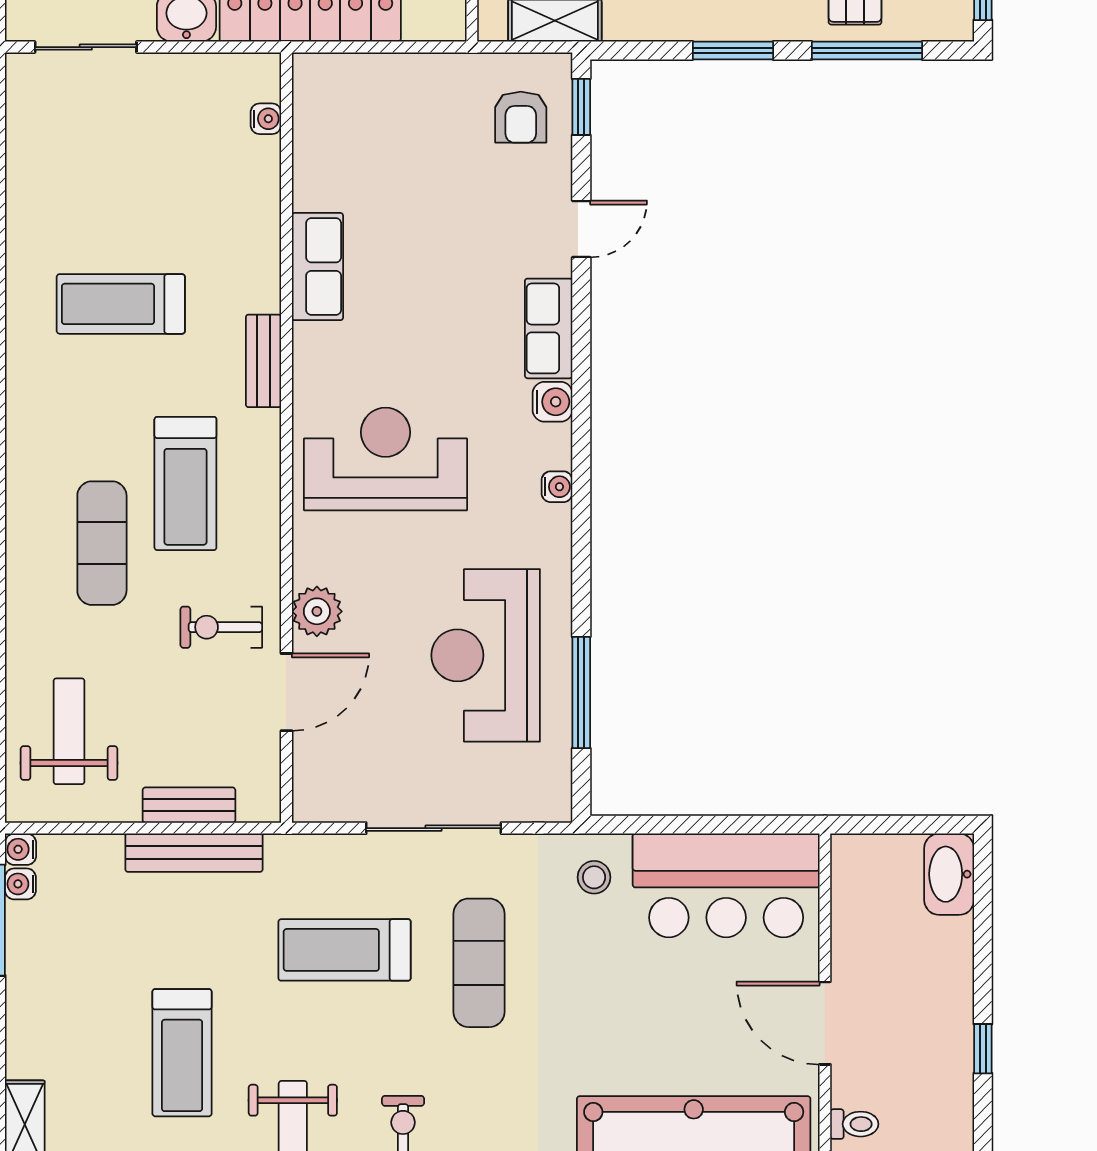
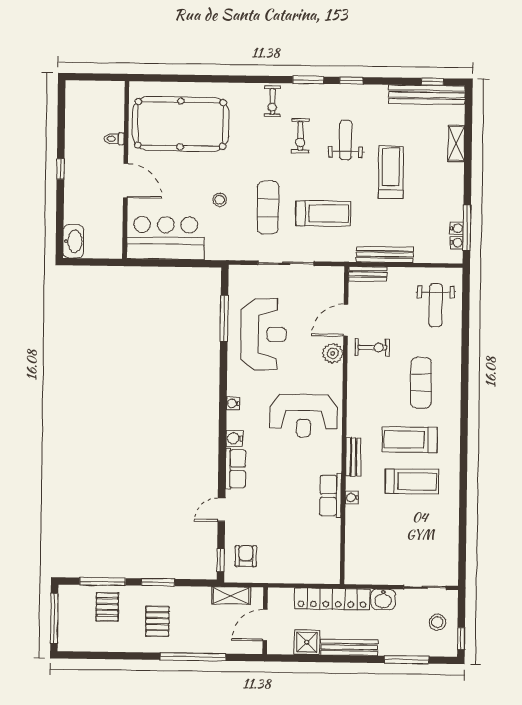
water cooler: (266, 119) -> (352, 497), moved
treadmill: (185, 483) -> (410, 439), moved, turned -90
bench: (189, 805) -> (368, 274), moved
water cooler: (21, 849) -> (457, 228), moved
stool: (594, 877) -> (220, 200), moved

